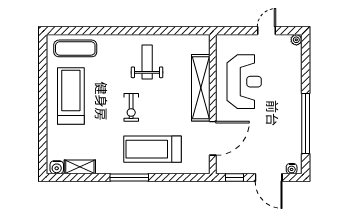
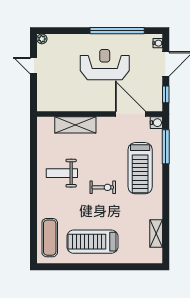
reception desk: (244, 82) -> (105, 65), moved
shelving: (201, 88) -> (75, 125), width x0.68
water cooler: (57, 167) -> (156, 123), moved
window: (129, 178) -> (166, 147), moved

